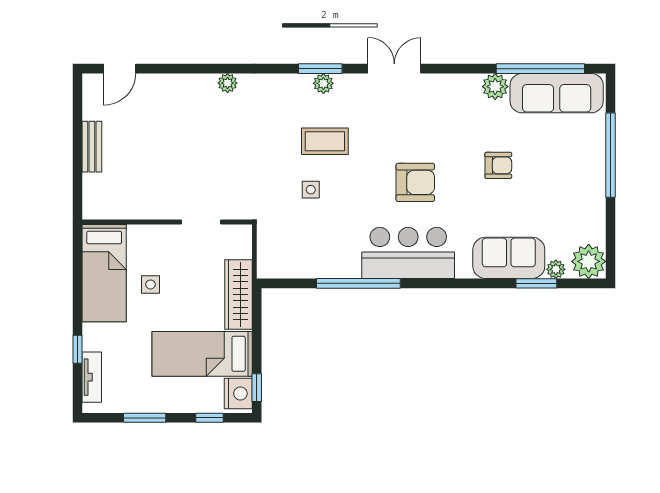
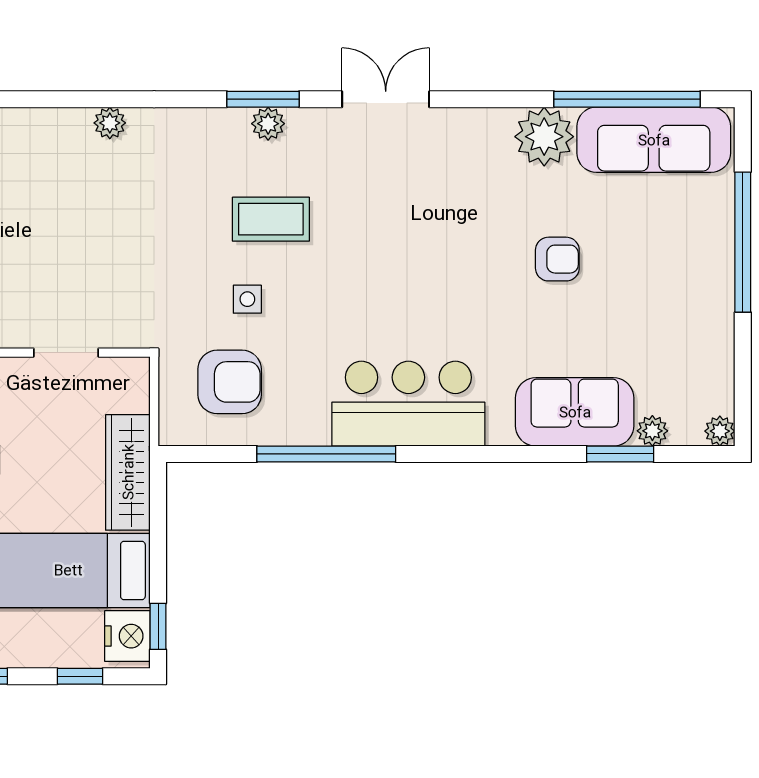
plant: (495, 87) -> (544, 137), width x1.36, depth x1.36
armchair: (415, 182) -> (230, 382), moved
plant: (589, 261) -> (720, 431), width x0.53, depth x0.53

